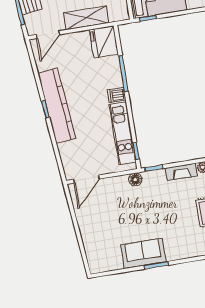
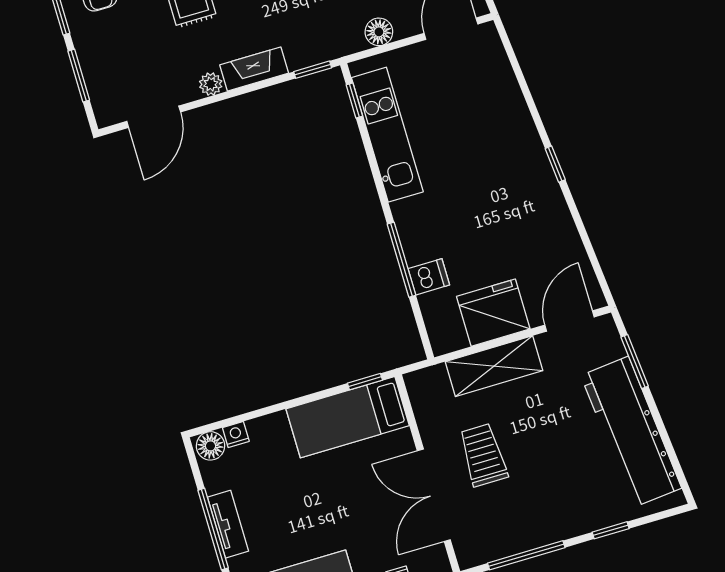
fridge: (104, 42) -> (493, 313), moved, turned -90
dishwasher: (117, 95) -> (429, 277), moved
kitchen counter: (57, 106) -> (532, 175), removed
floor lamp: (135, 179) -> (379, 32), moved

